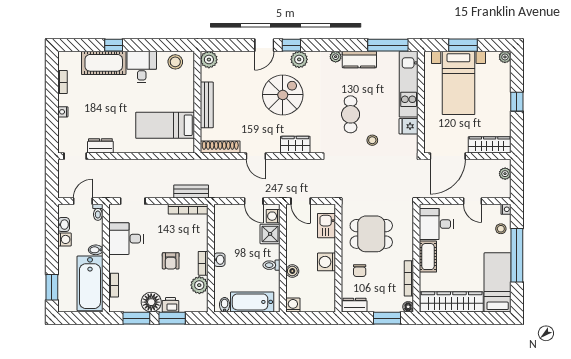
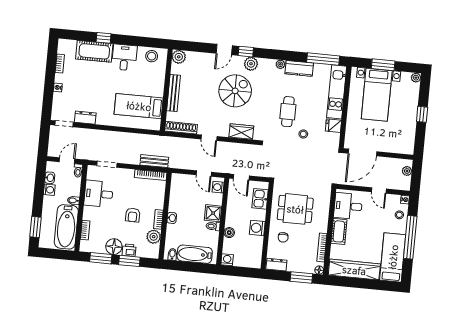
wardrobe: (490, 145) -> (397, 147), removed
shower: (270, 234) -> (213, 213), moved

